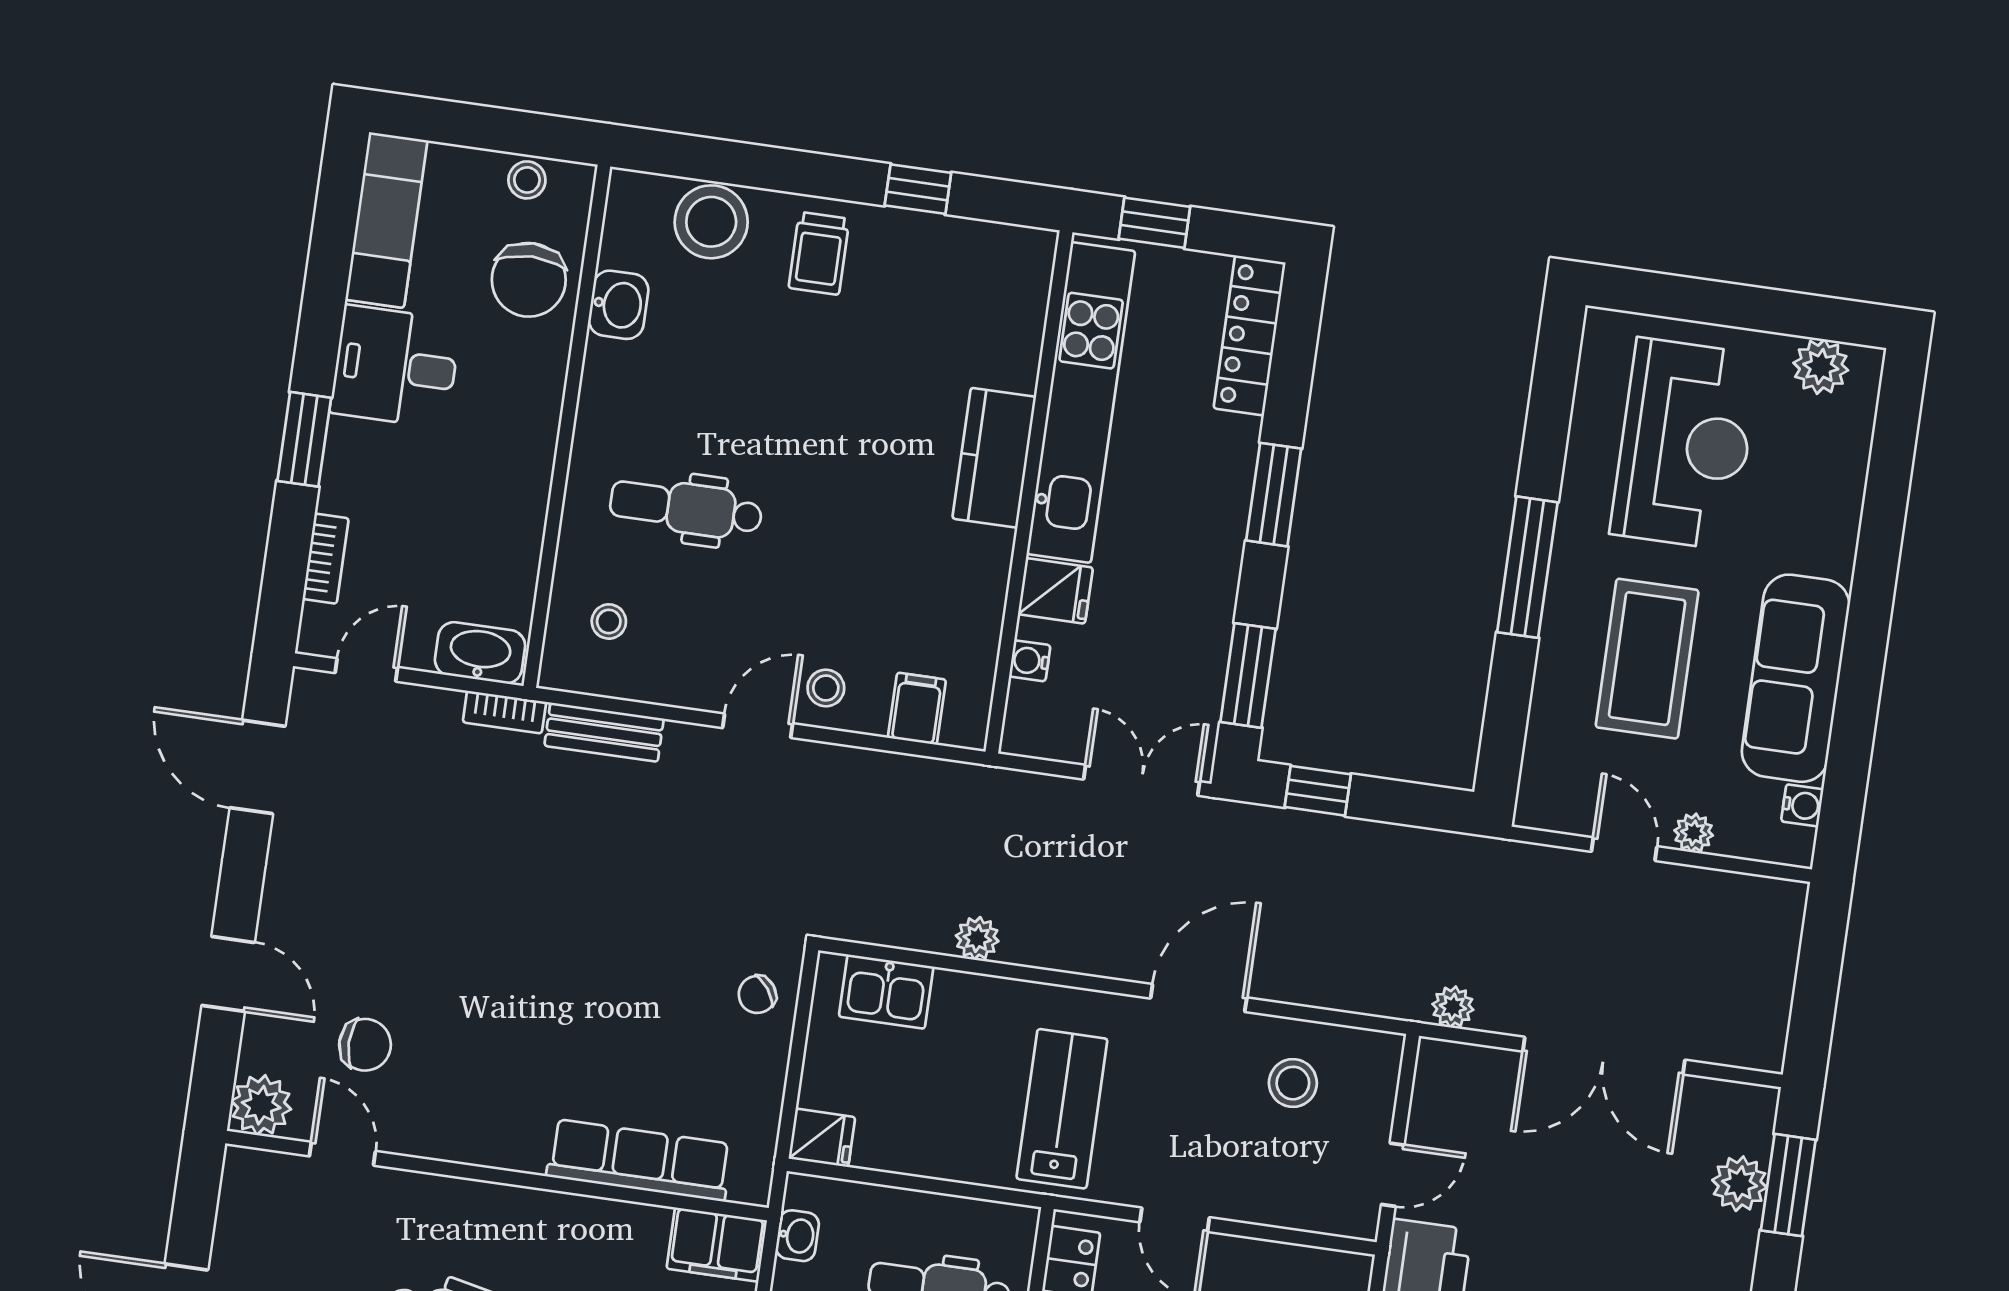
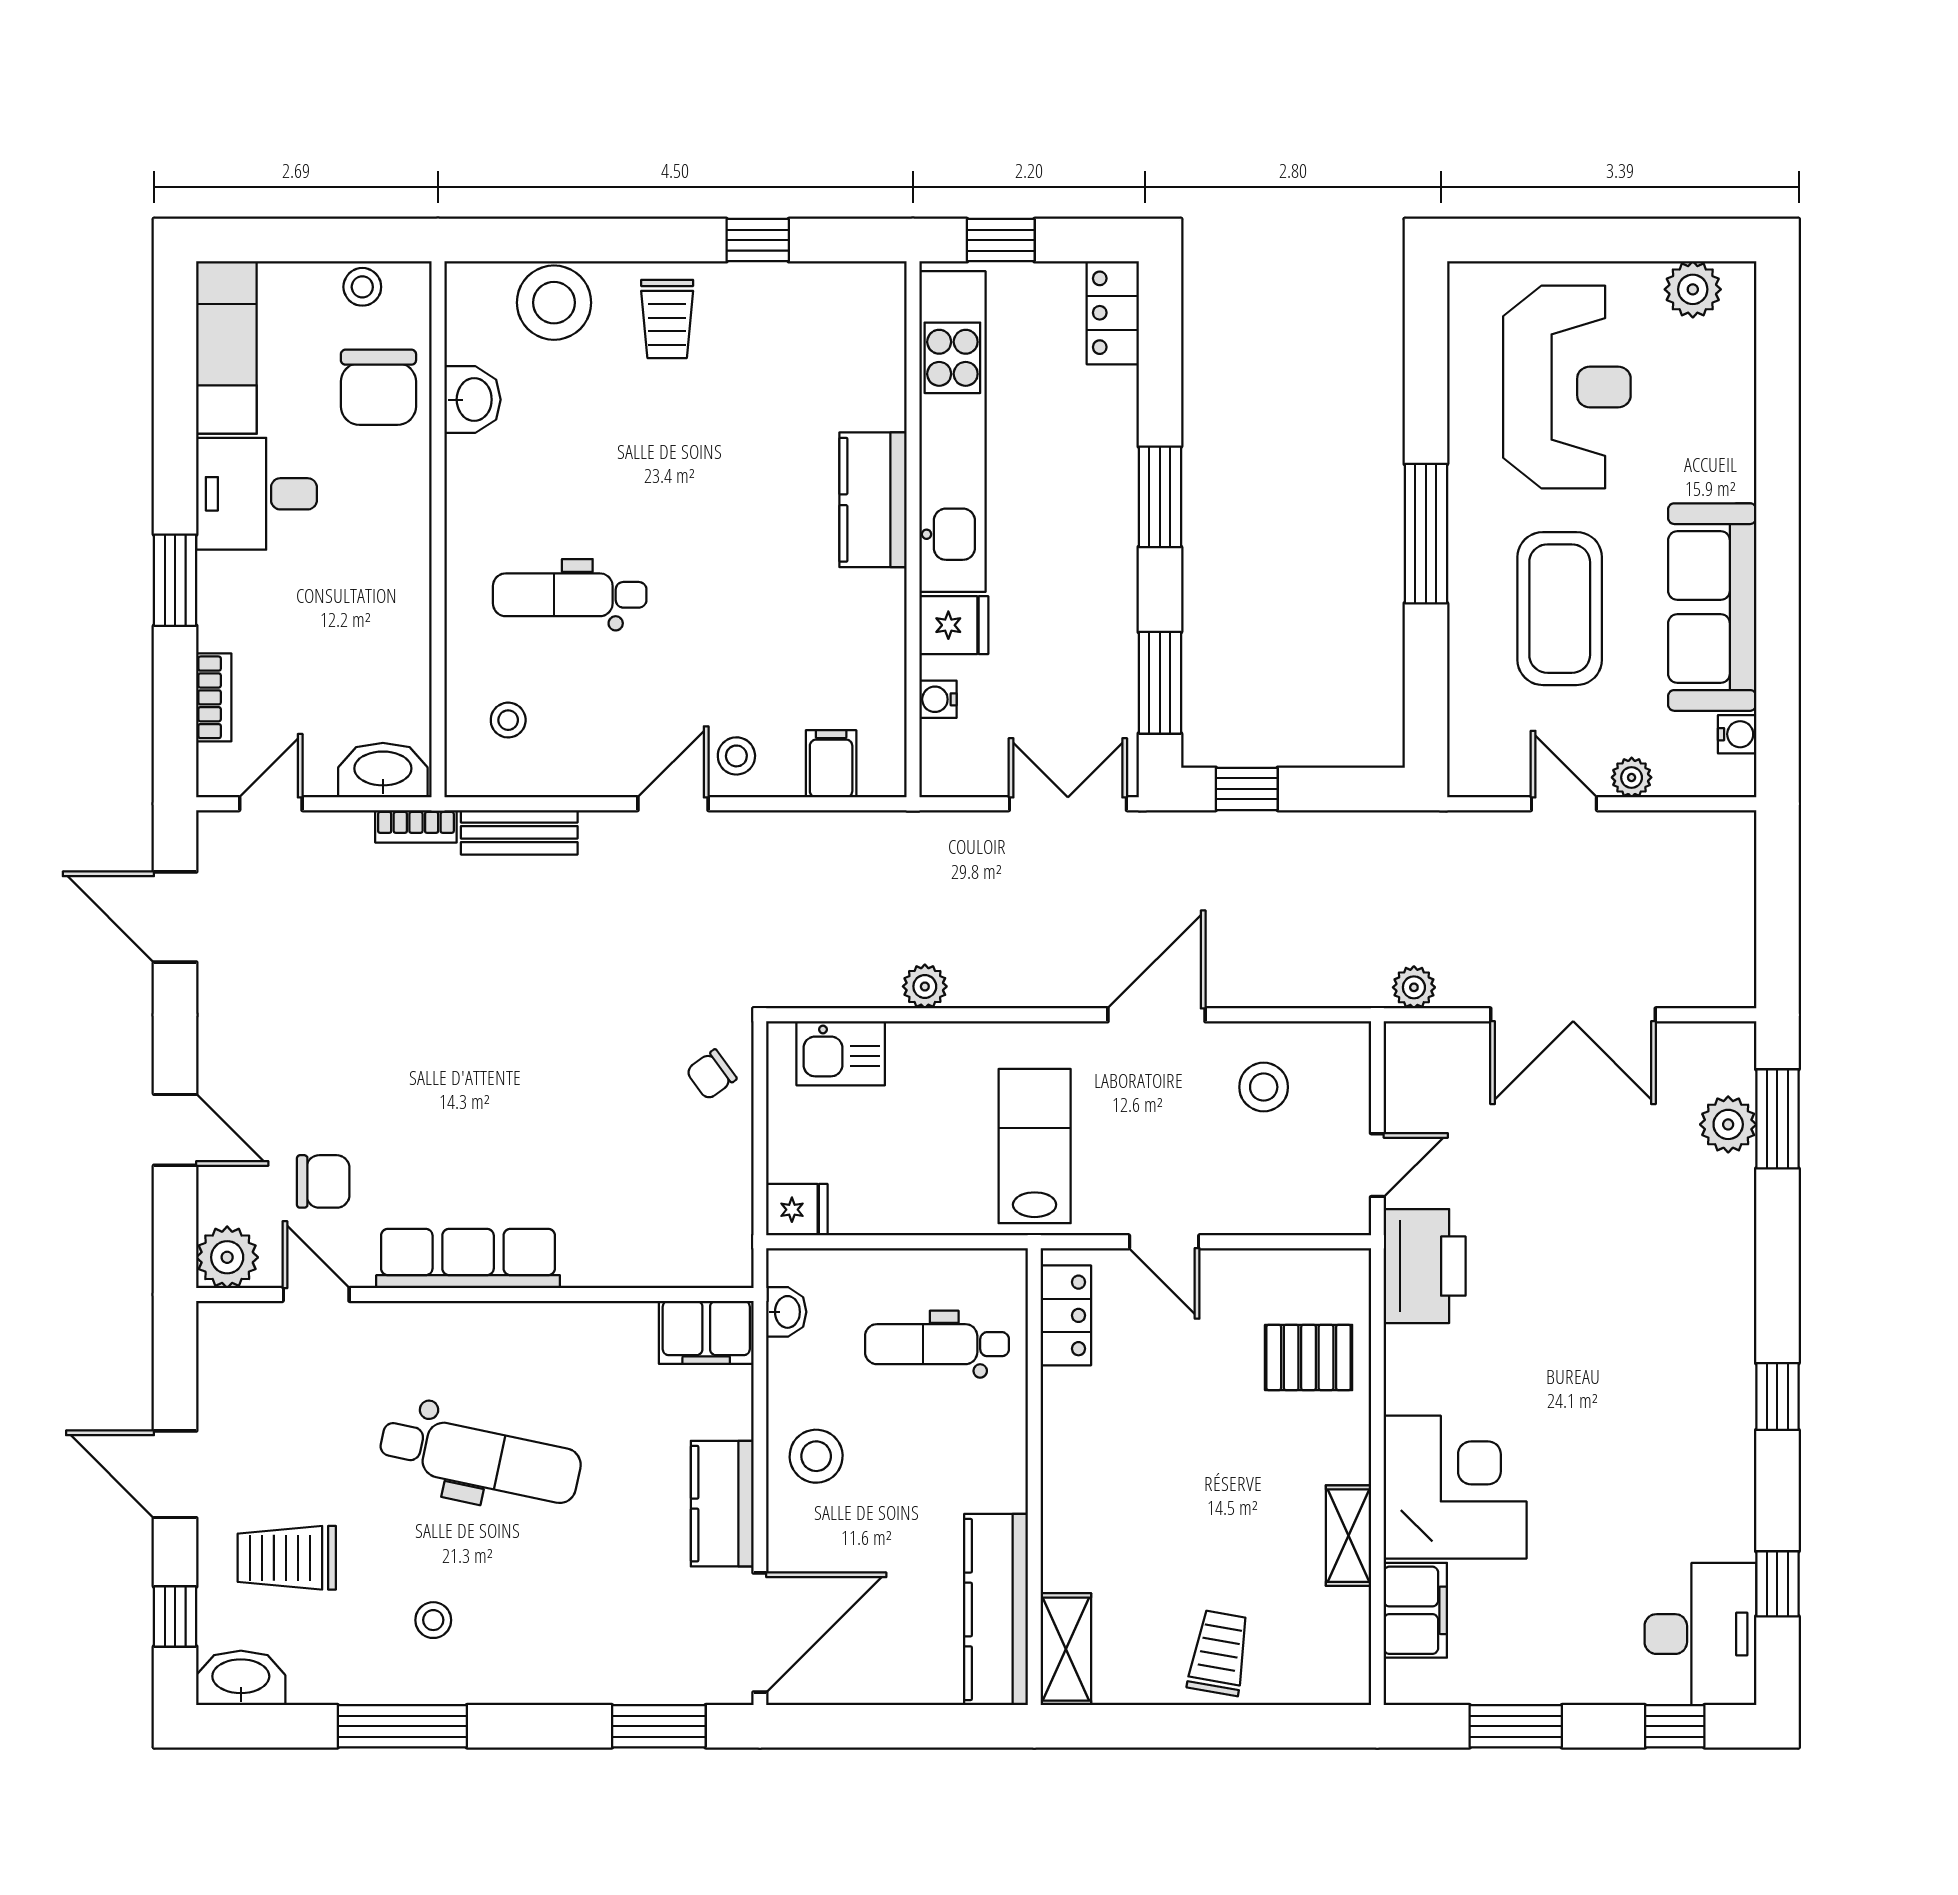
locker: (1250, 335) -> (1113, 313), width x0.66
row of seats: (639, 1160) -> (468, 1258), moved

